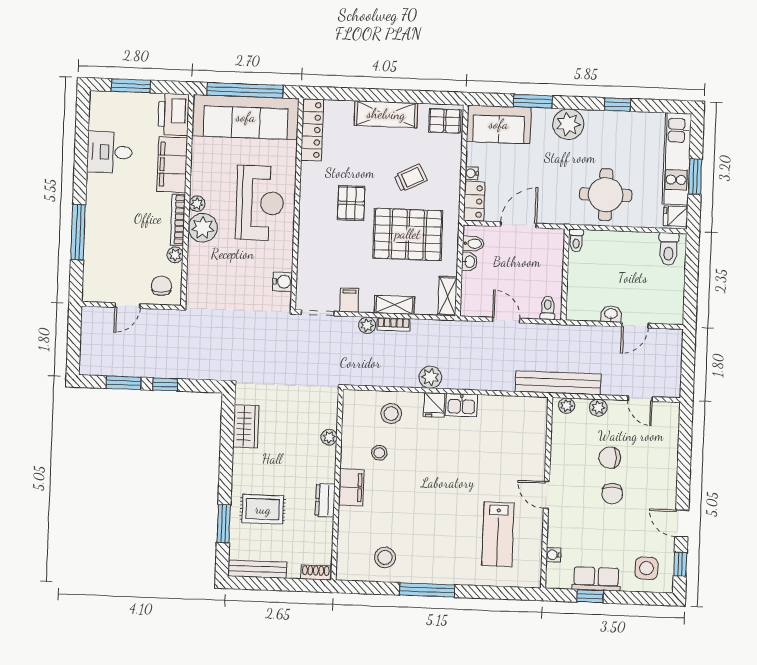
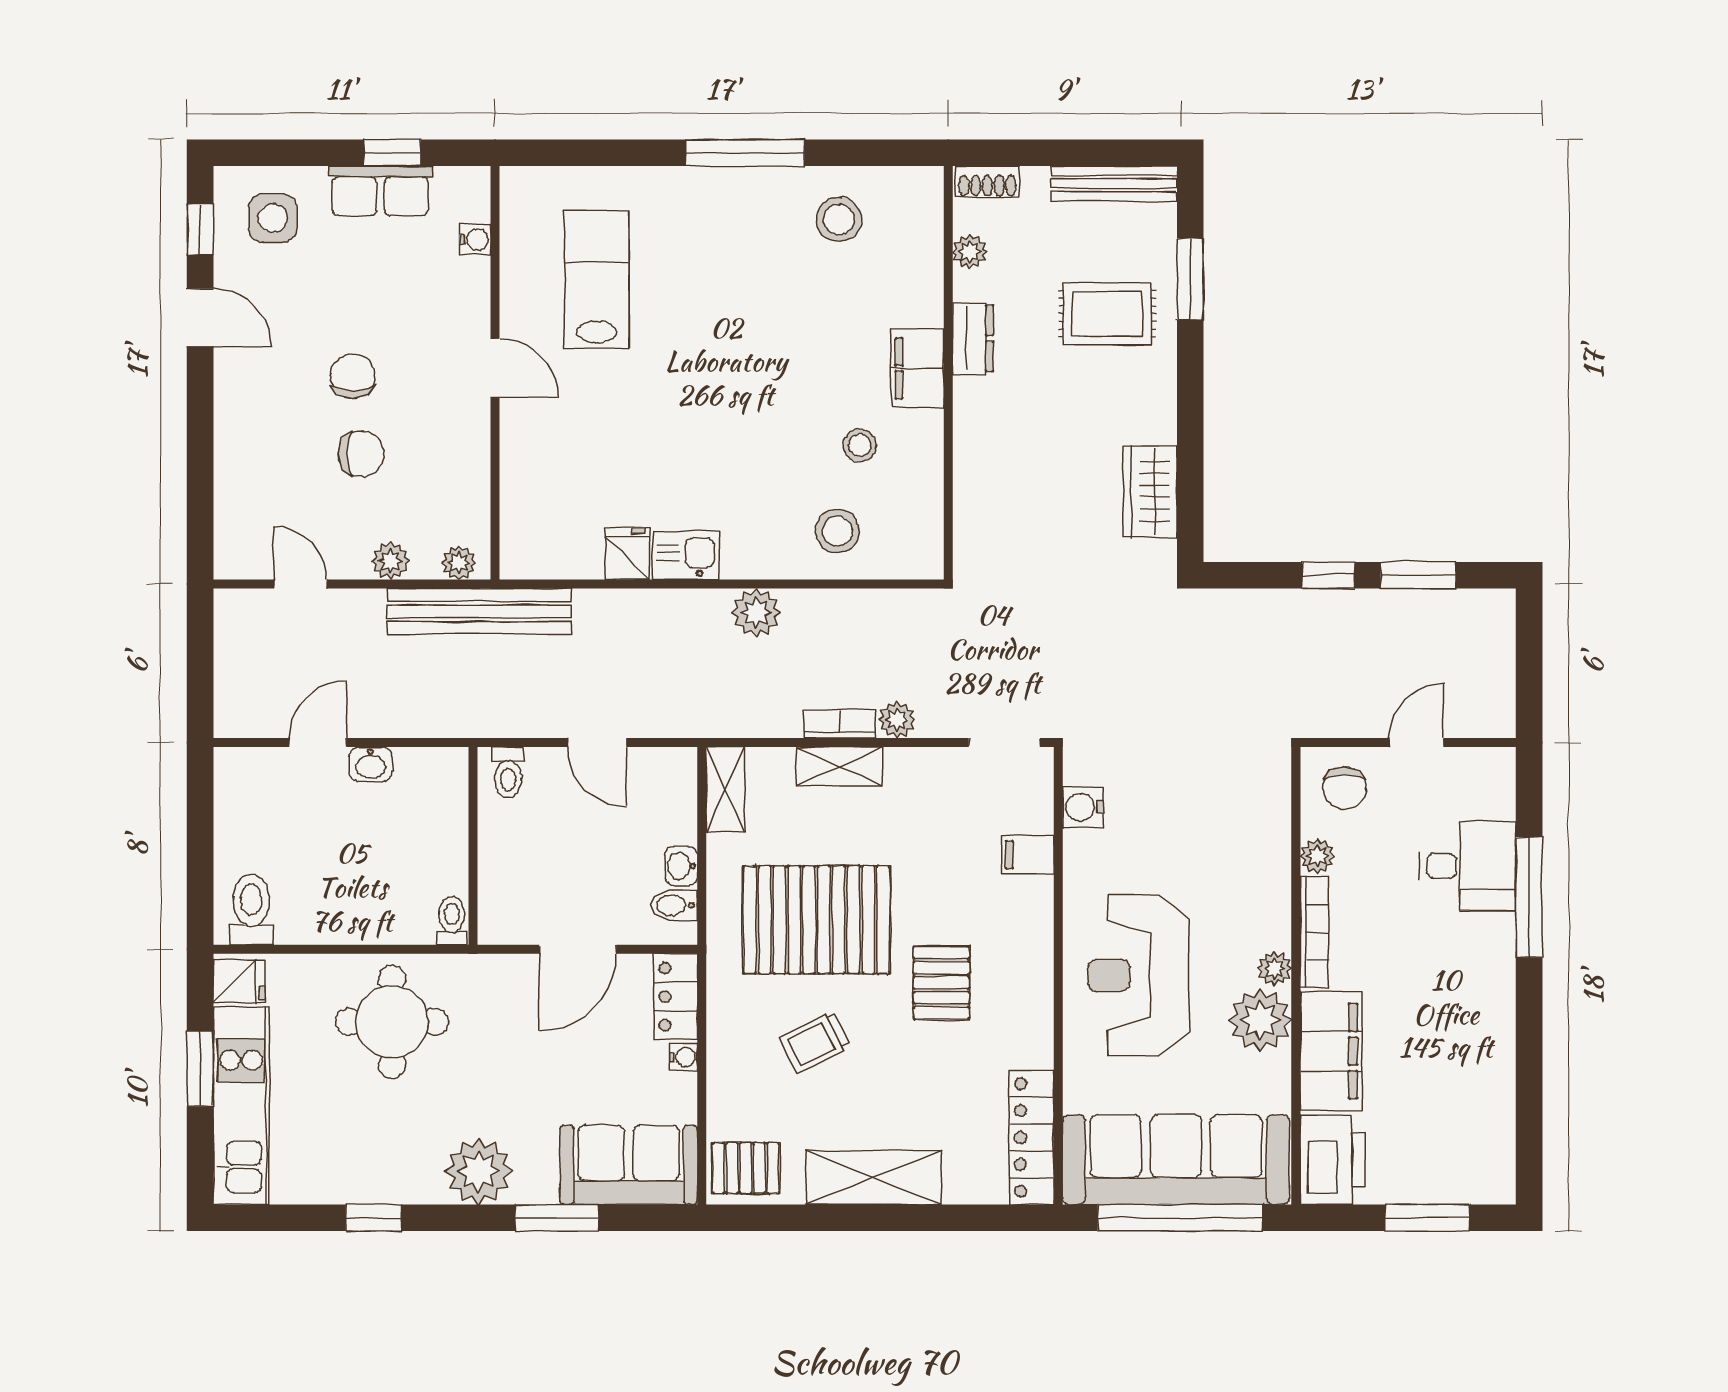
desk: (110, 152) -> (1468, 866), moved
plant: (203, 228) -> (1260, 1020), moved
filing cabinet: (349, 300) -> (1028, 855), moved, turned 90
fridge: (434, 405) -> (627, 554), moved
plant: (329, 437) -> (970, 251), moved

